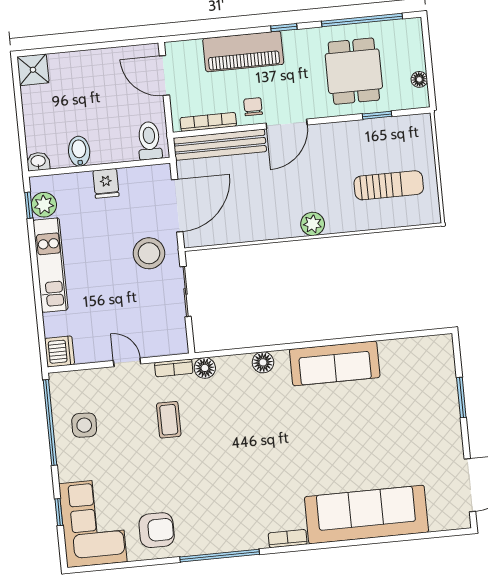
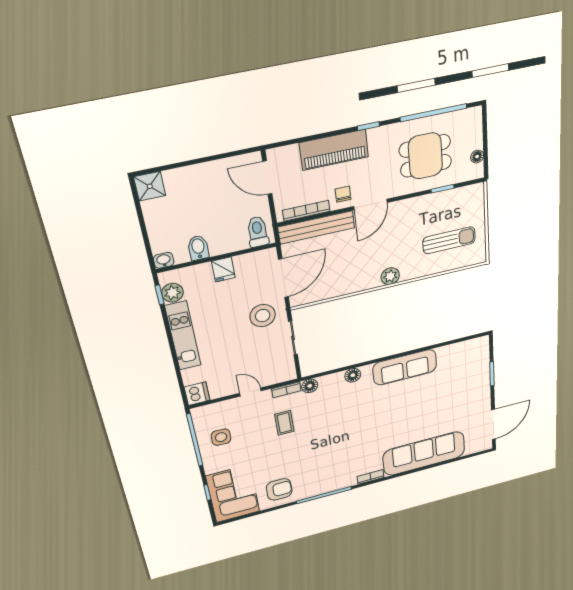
dining table: (354, 71) -> (425, 156), turned 90

